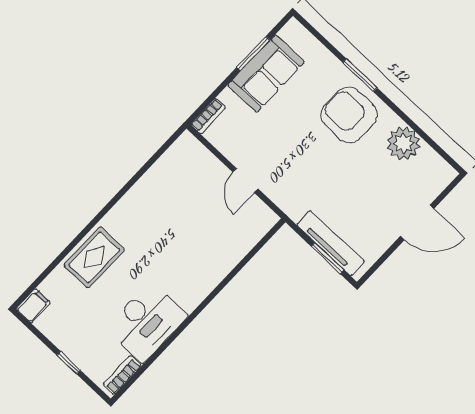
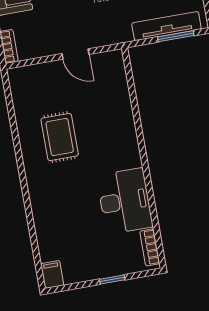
rug: (94, 257) -> (60, 137), moved

